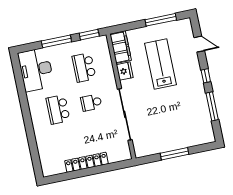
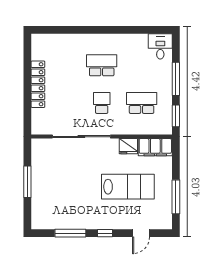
desk: (36, 70) -> (160, 46), width x0.53, depth x0.77

